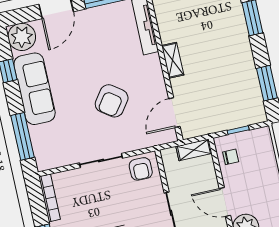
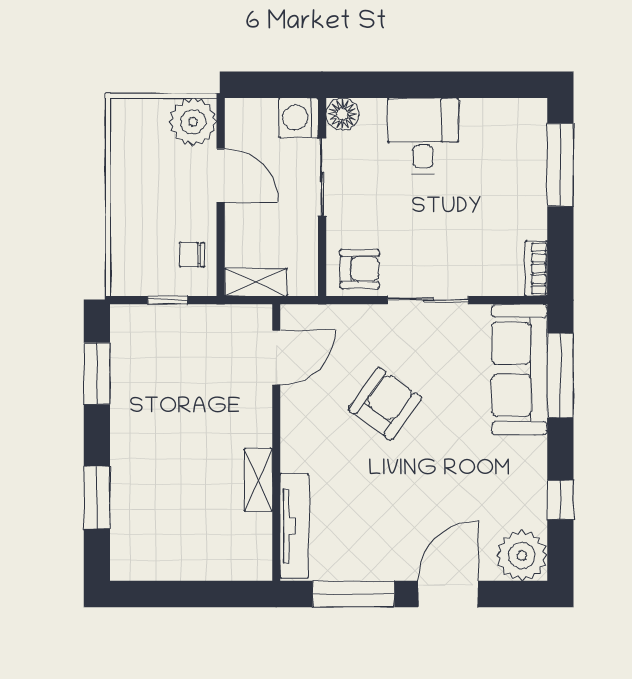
shelving: (173, 60) -> (258, 480), moved
sofa: (35, 89) -> (520, 369), moved
armchair: (141, 169) -> (360, 269), turned 90
bookcase: (50, 198) -> (536, 269), width x0.64

